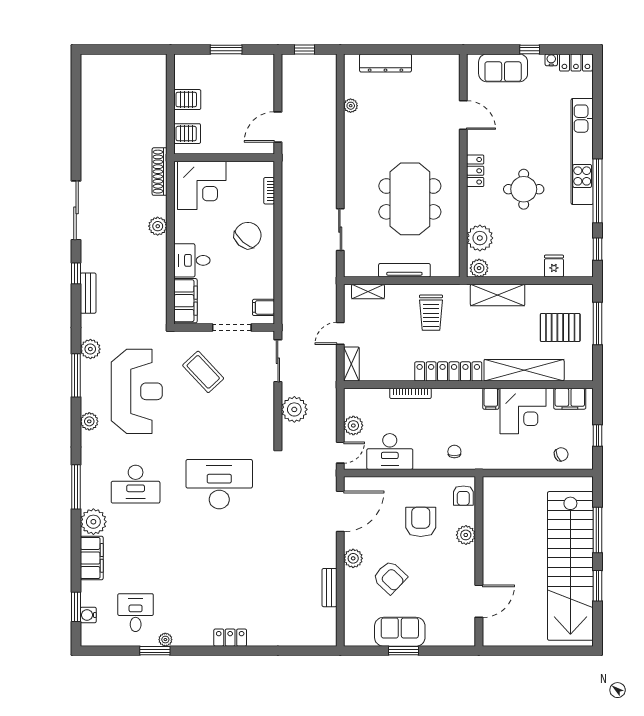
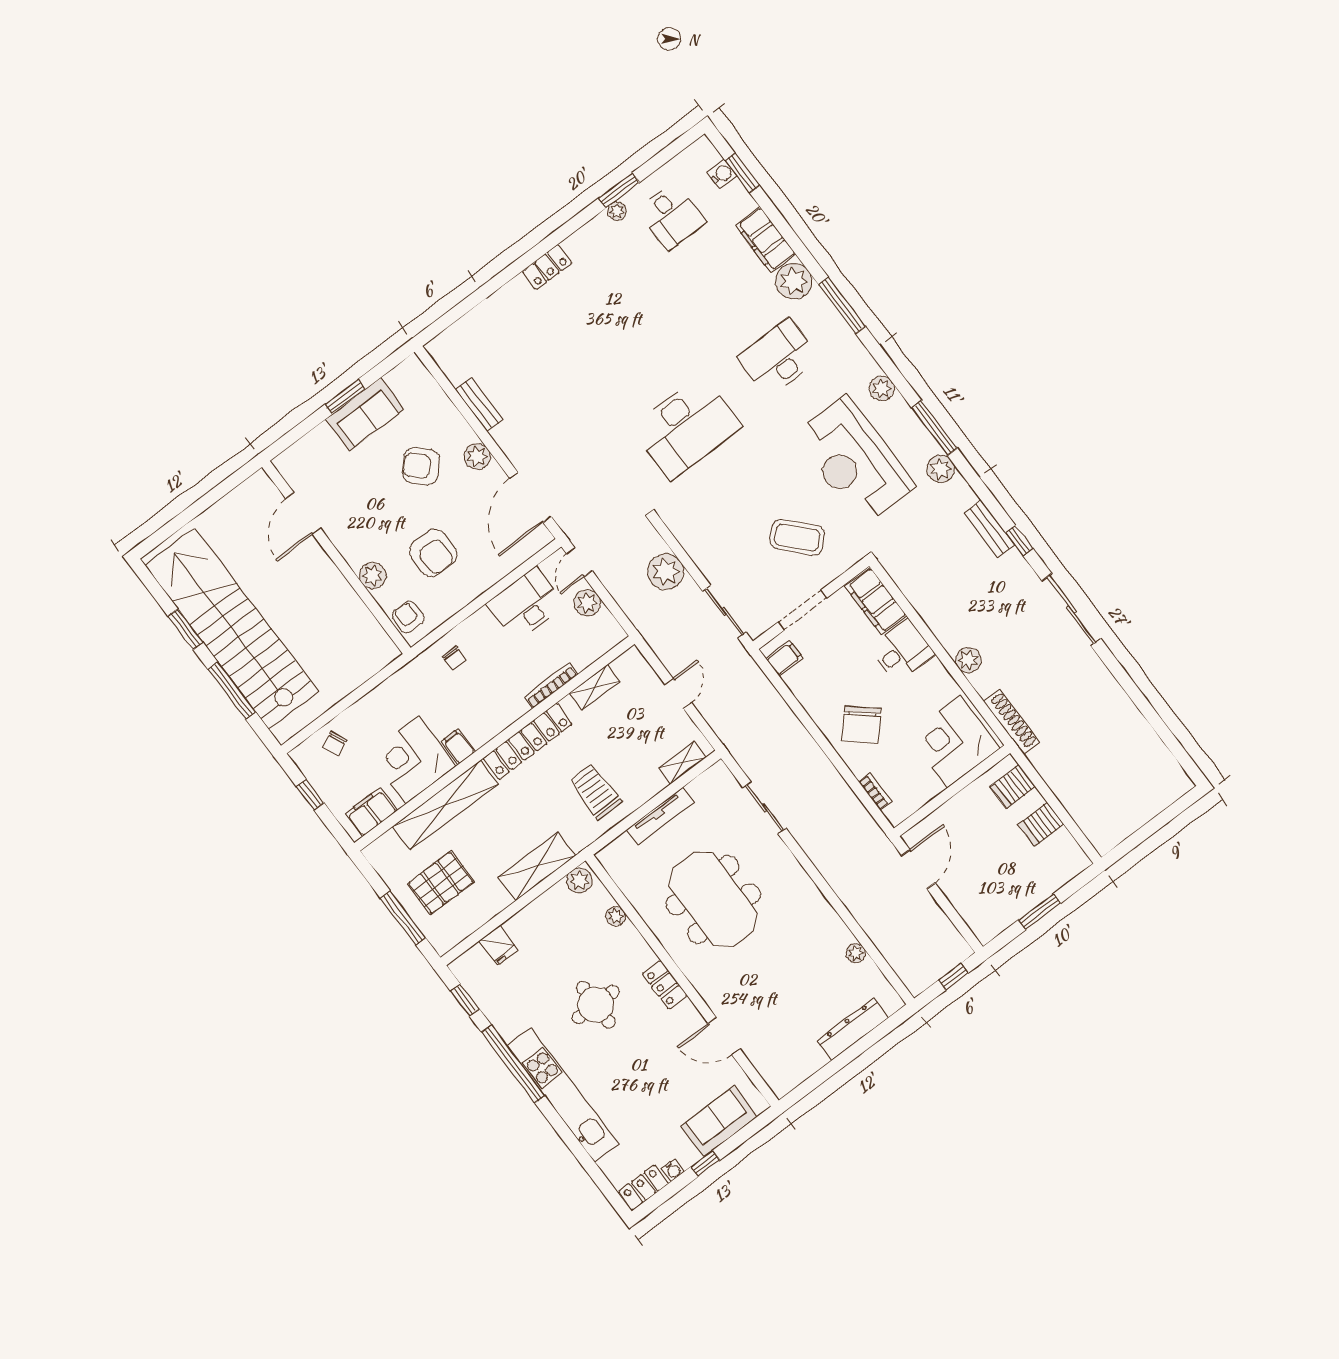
plant: (480, 238) -> (615, 916), width x0.53, depth x0.53
shelving: (351, 364) -> (595, 687), moved, turned 90

